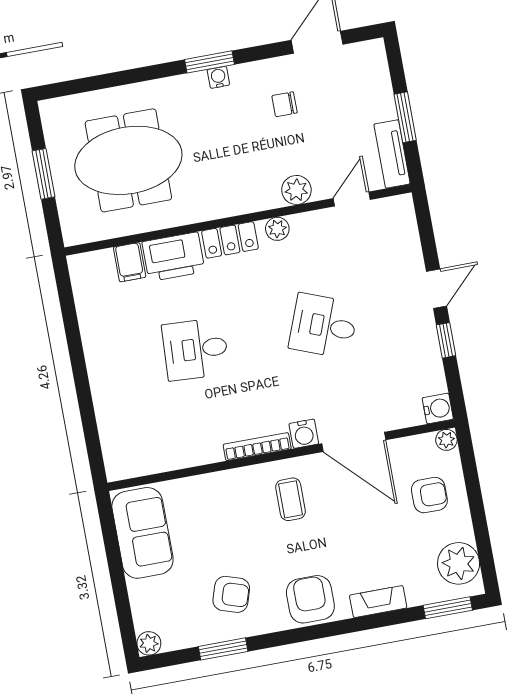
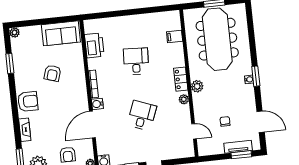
chair: (284, 104) -> (225, 121), moved
window: (405, 117) -> (241, 155), moved
tv unit: (392, 154) -> (238, 147), moved
meeting table: (128, 160) -> (217, 39), width x1.36
plant: (296, 190) -> (197, 86), moved
printer: (173, 257) -> (94, 45), moved, turned 180
coffee table: (290, 499) -> (70, 96), removed
armchair: (231, 594) -> (53, 73), moved

